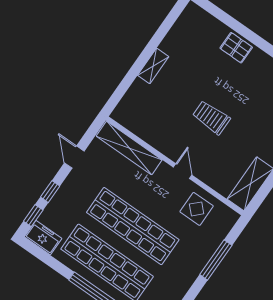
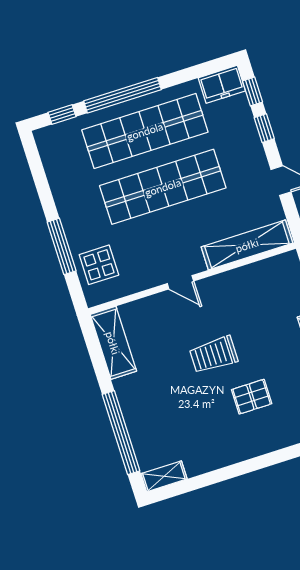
pallet: (236, 48) -> (252, 397), moved
trolley: (211, 117) -> (214, 355), turned 180
display table: (197, 209) -> (99, 265), moved

